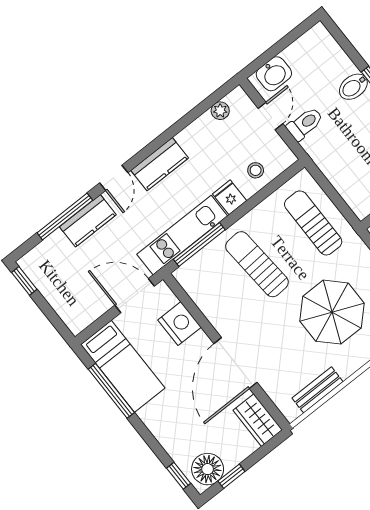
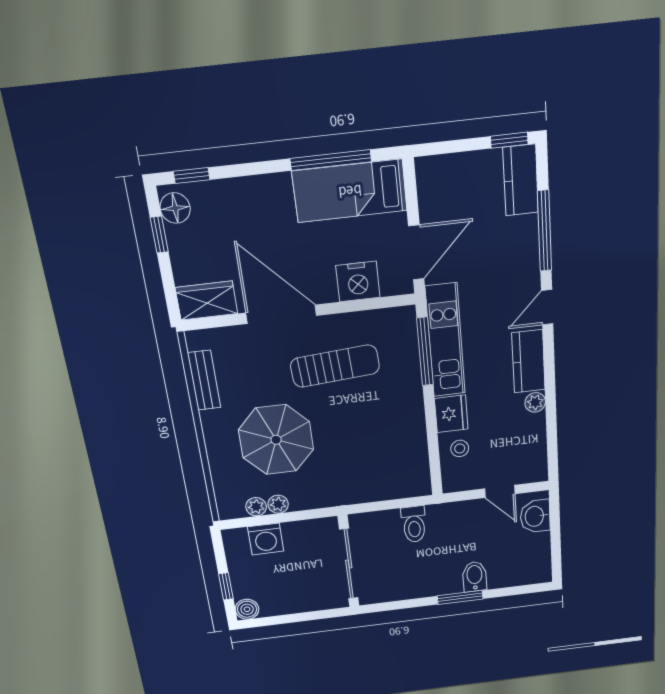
plant: (220, 111) -> (535, 402), moved
toilet: (305, 124) -> (414, 524), moved
door: (114, 178) -> (547, 307), hinge flipped
fridge: (230, 197) -> (451, 414), width x1.38
kitchen counter: (88, 221) -> (521, 180), moved
sun lounger: (313, 223) -> (375, 472), removed
sun lounger: (257, 264) -> (335, 366), moved
floor lamp: (208, 469) -> (175, 208), width x0.73, depth x0.73

